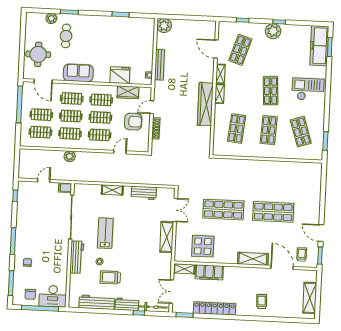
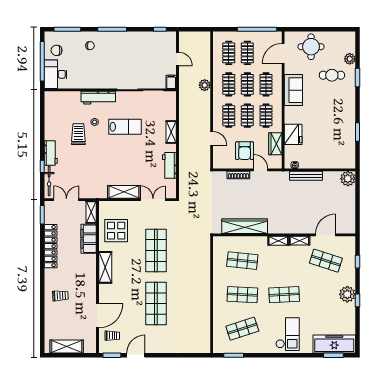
wardrobe: (205, 104) -> (245, 226), moved
double door: (175, 210) -> (153, 200), swing flipped
shelving: (253, 259) -> (105, 267), moved
workbench: (97, 302) -> (51, 121), removed

